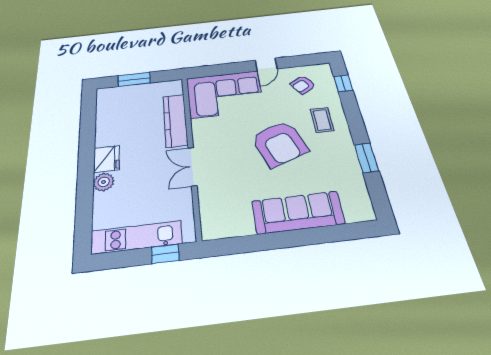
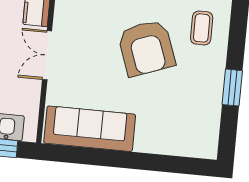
sofa: (298, 212) -> (90, 129), moved

